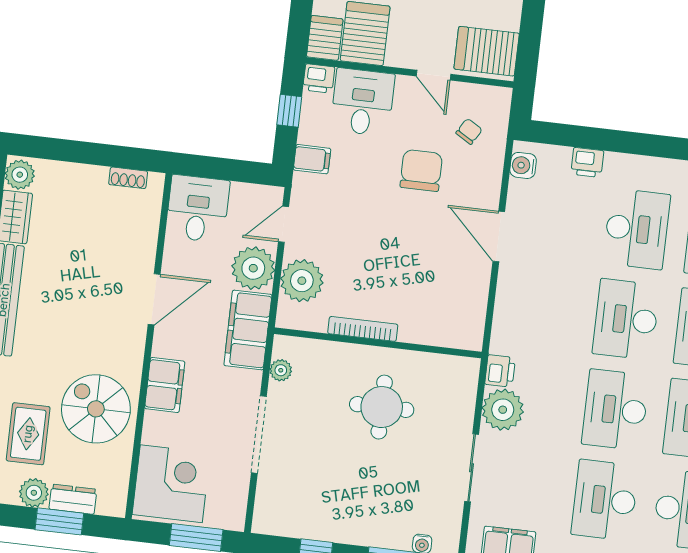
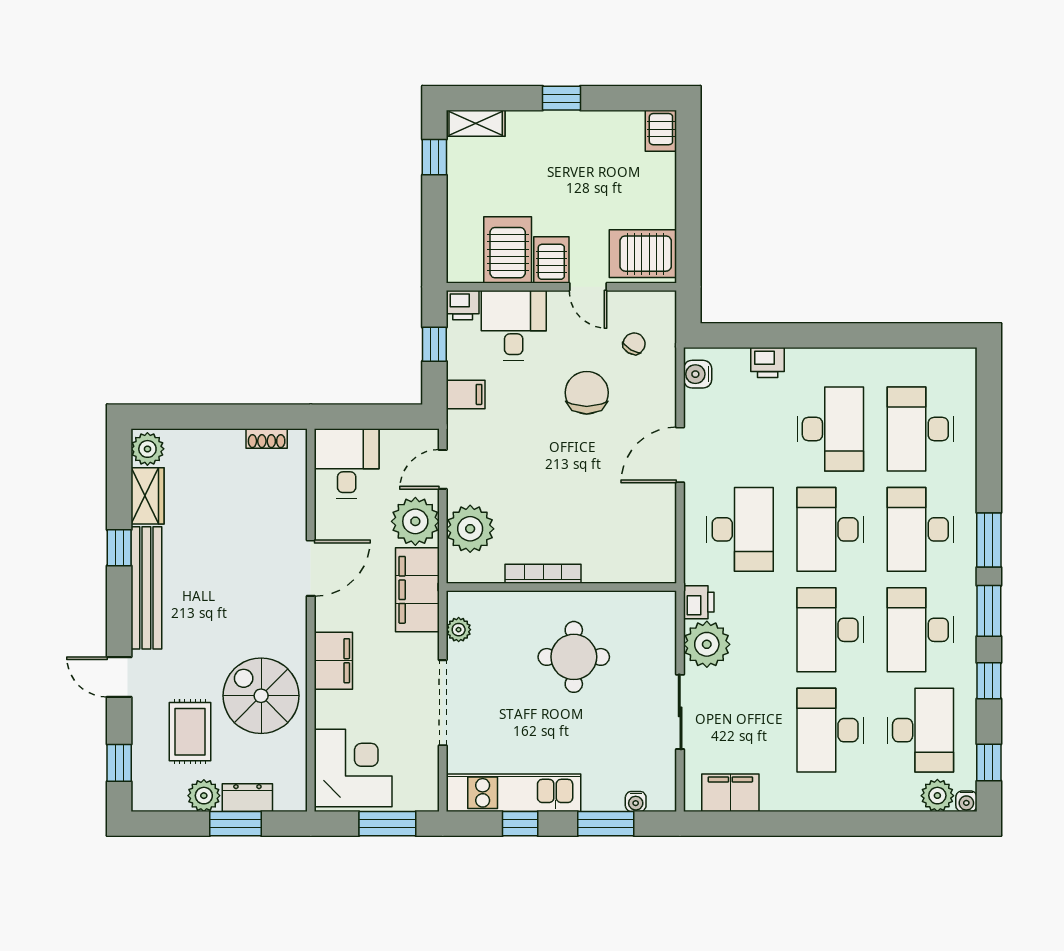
server rack: (325, 38) -> (551, 260), moved
door: (499, 236) -> (680, 455), hinge flipped
desk: (545, 310) -> (740, 529), added
kitchen unit: (313, 523) -> (513, 793), added

